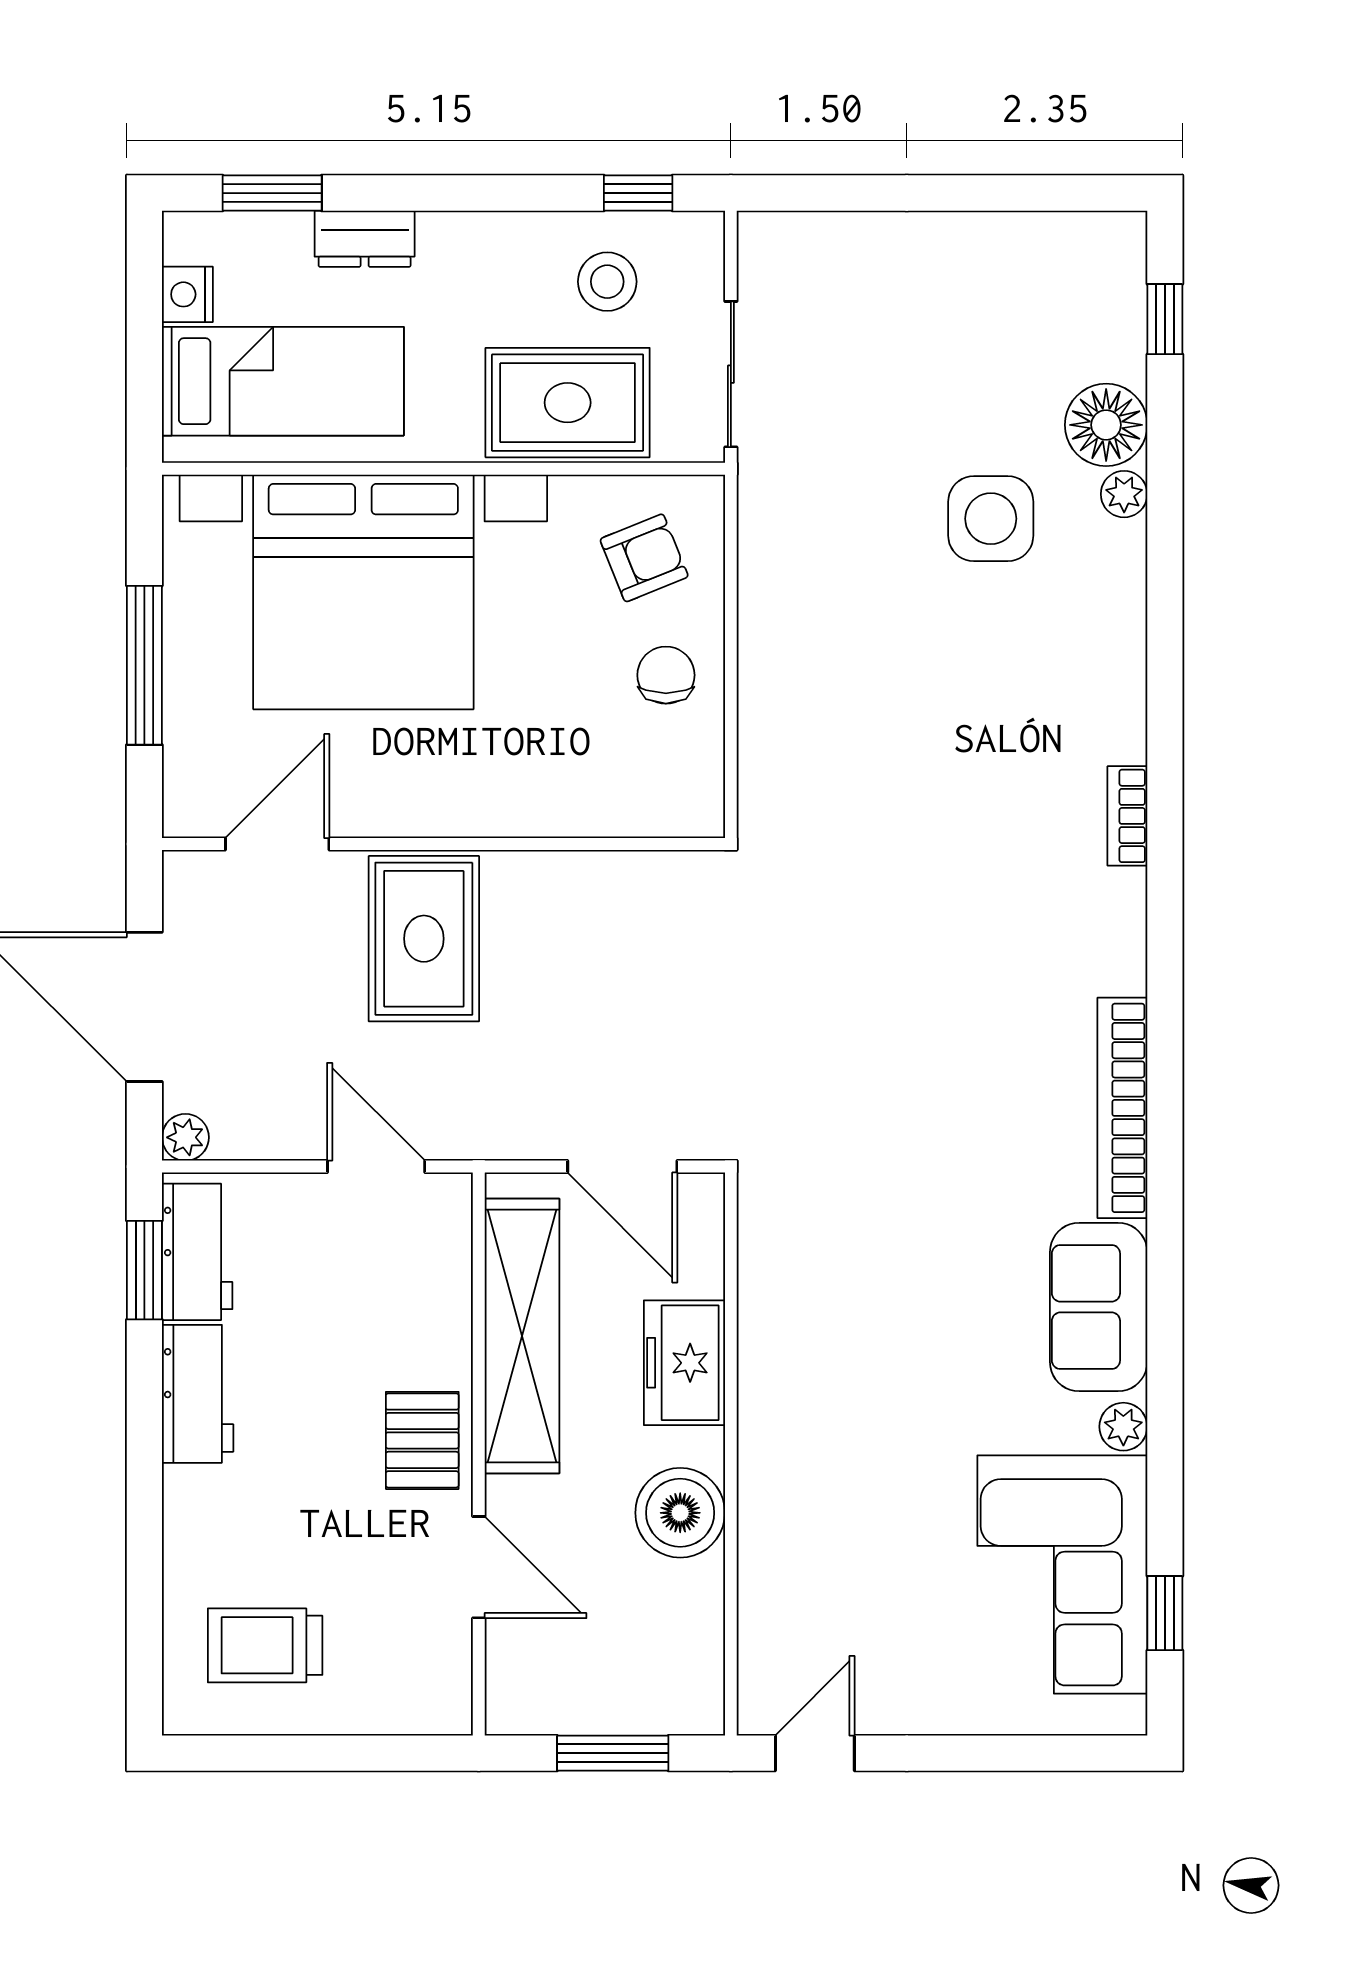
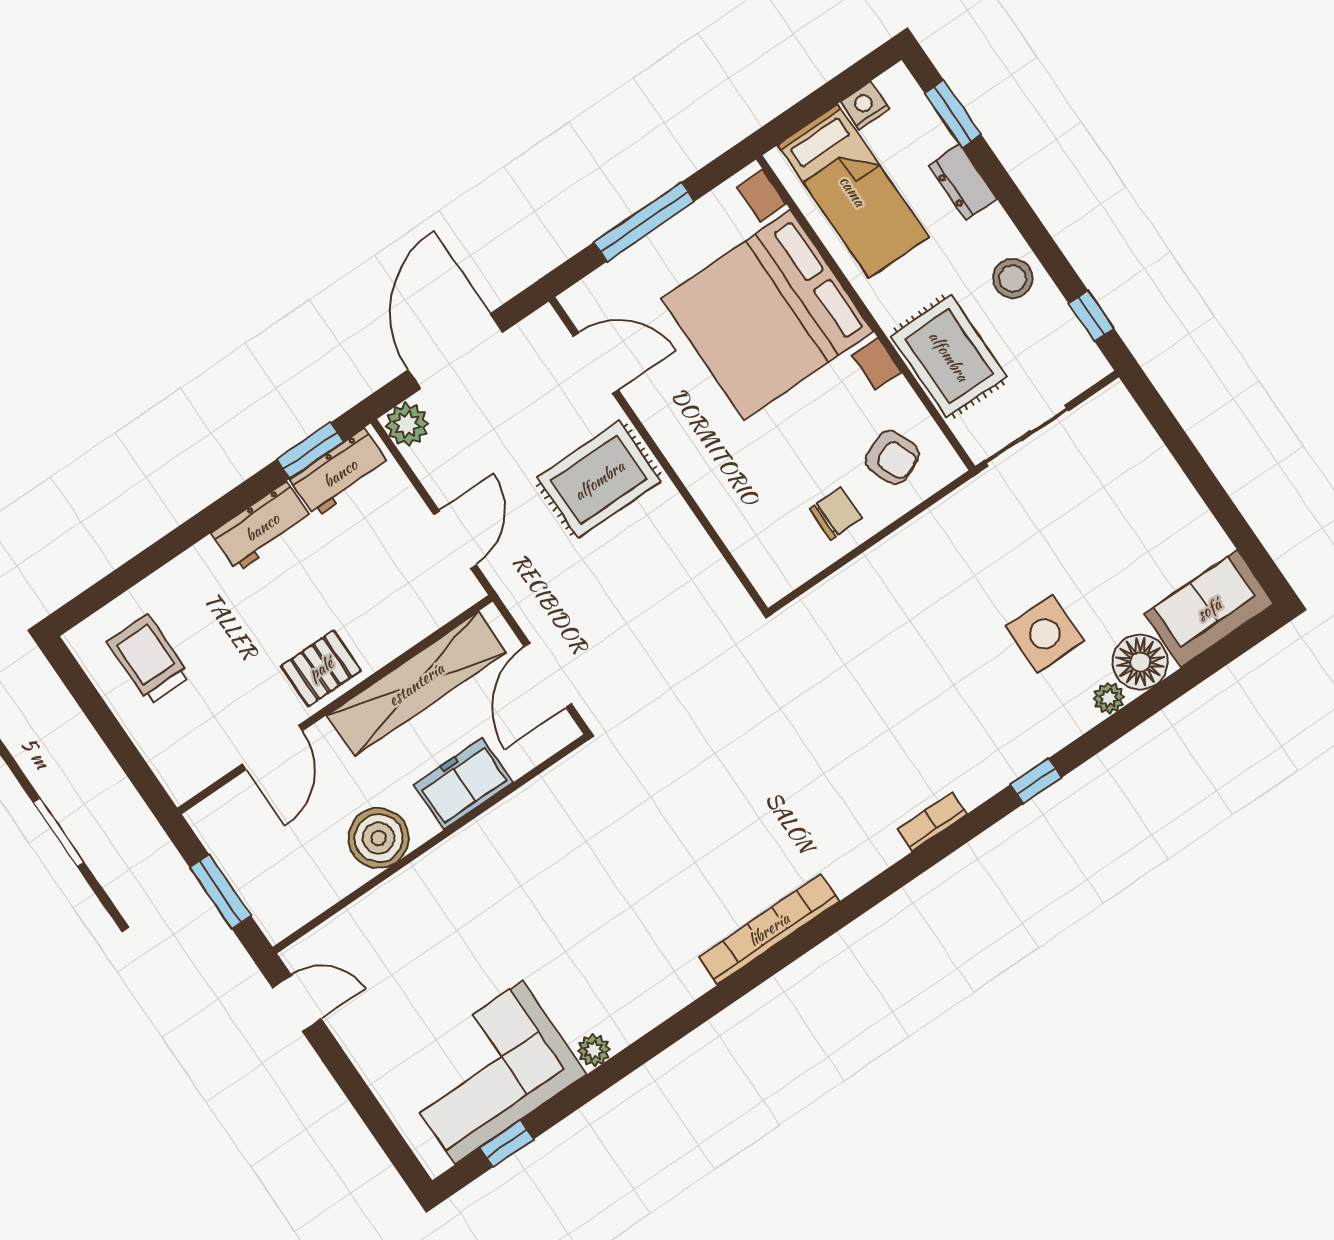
stool: (607, 282) -> (1013, 278), moved
window: (1165, 319) -> (1036, 781), moved
plant: (185, 1137) -> (407, 425), width x1.38, depth x1.38
sofa: (1099, 1307) -> (1209, 609), moved

